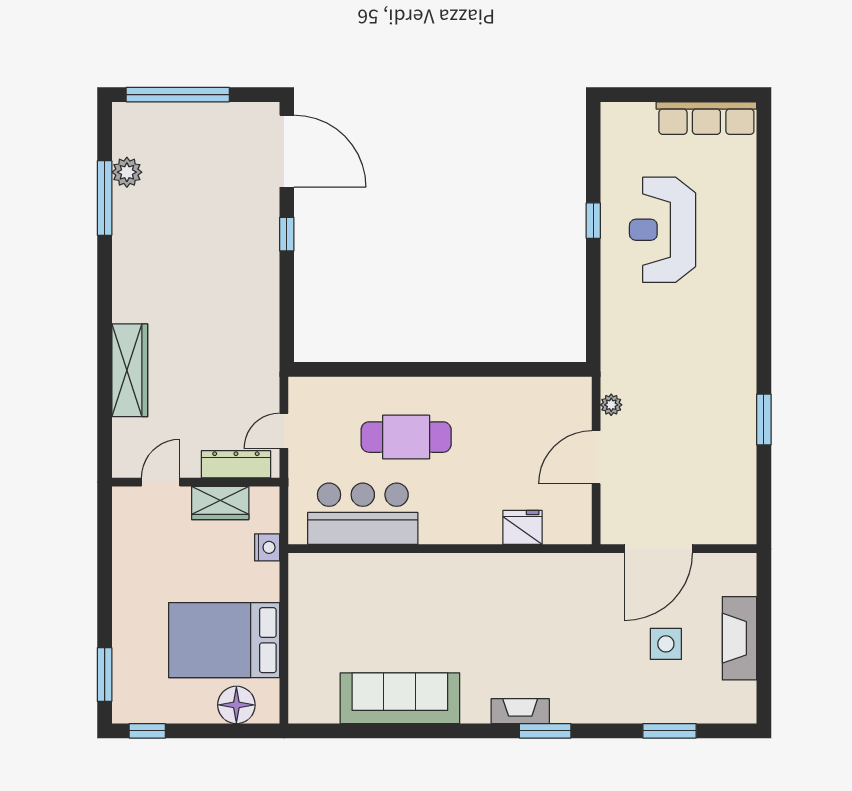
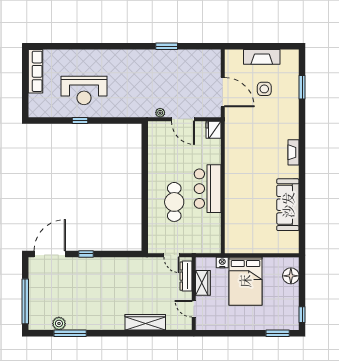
bar counter: (363, 514) -> (208, 189), moved
fridge: (522, 527) -> (214, 130), moved
bed: (224, 640) -> (245, 281), moved
window: (545, 731) -> (302, 142), removed

